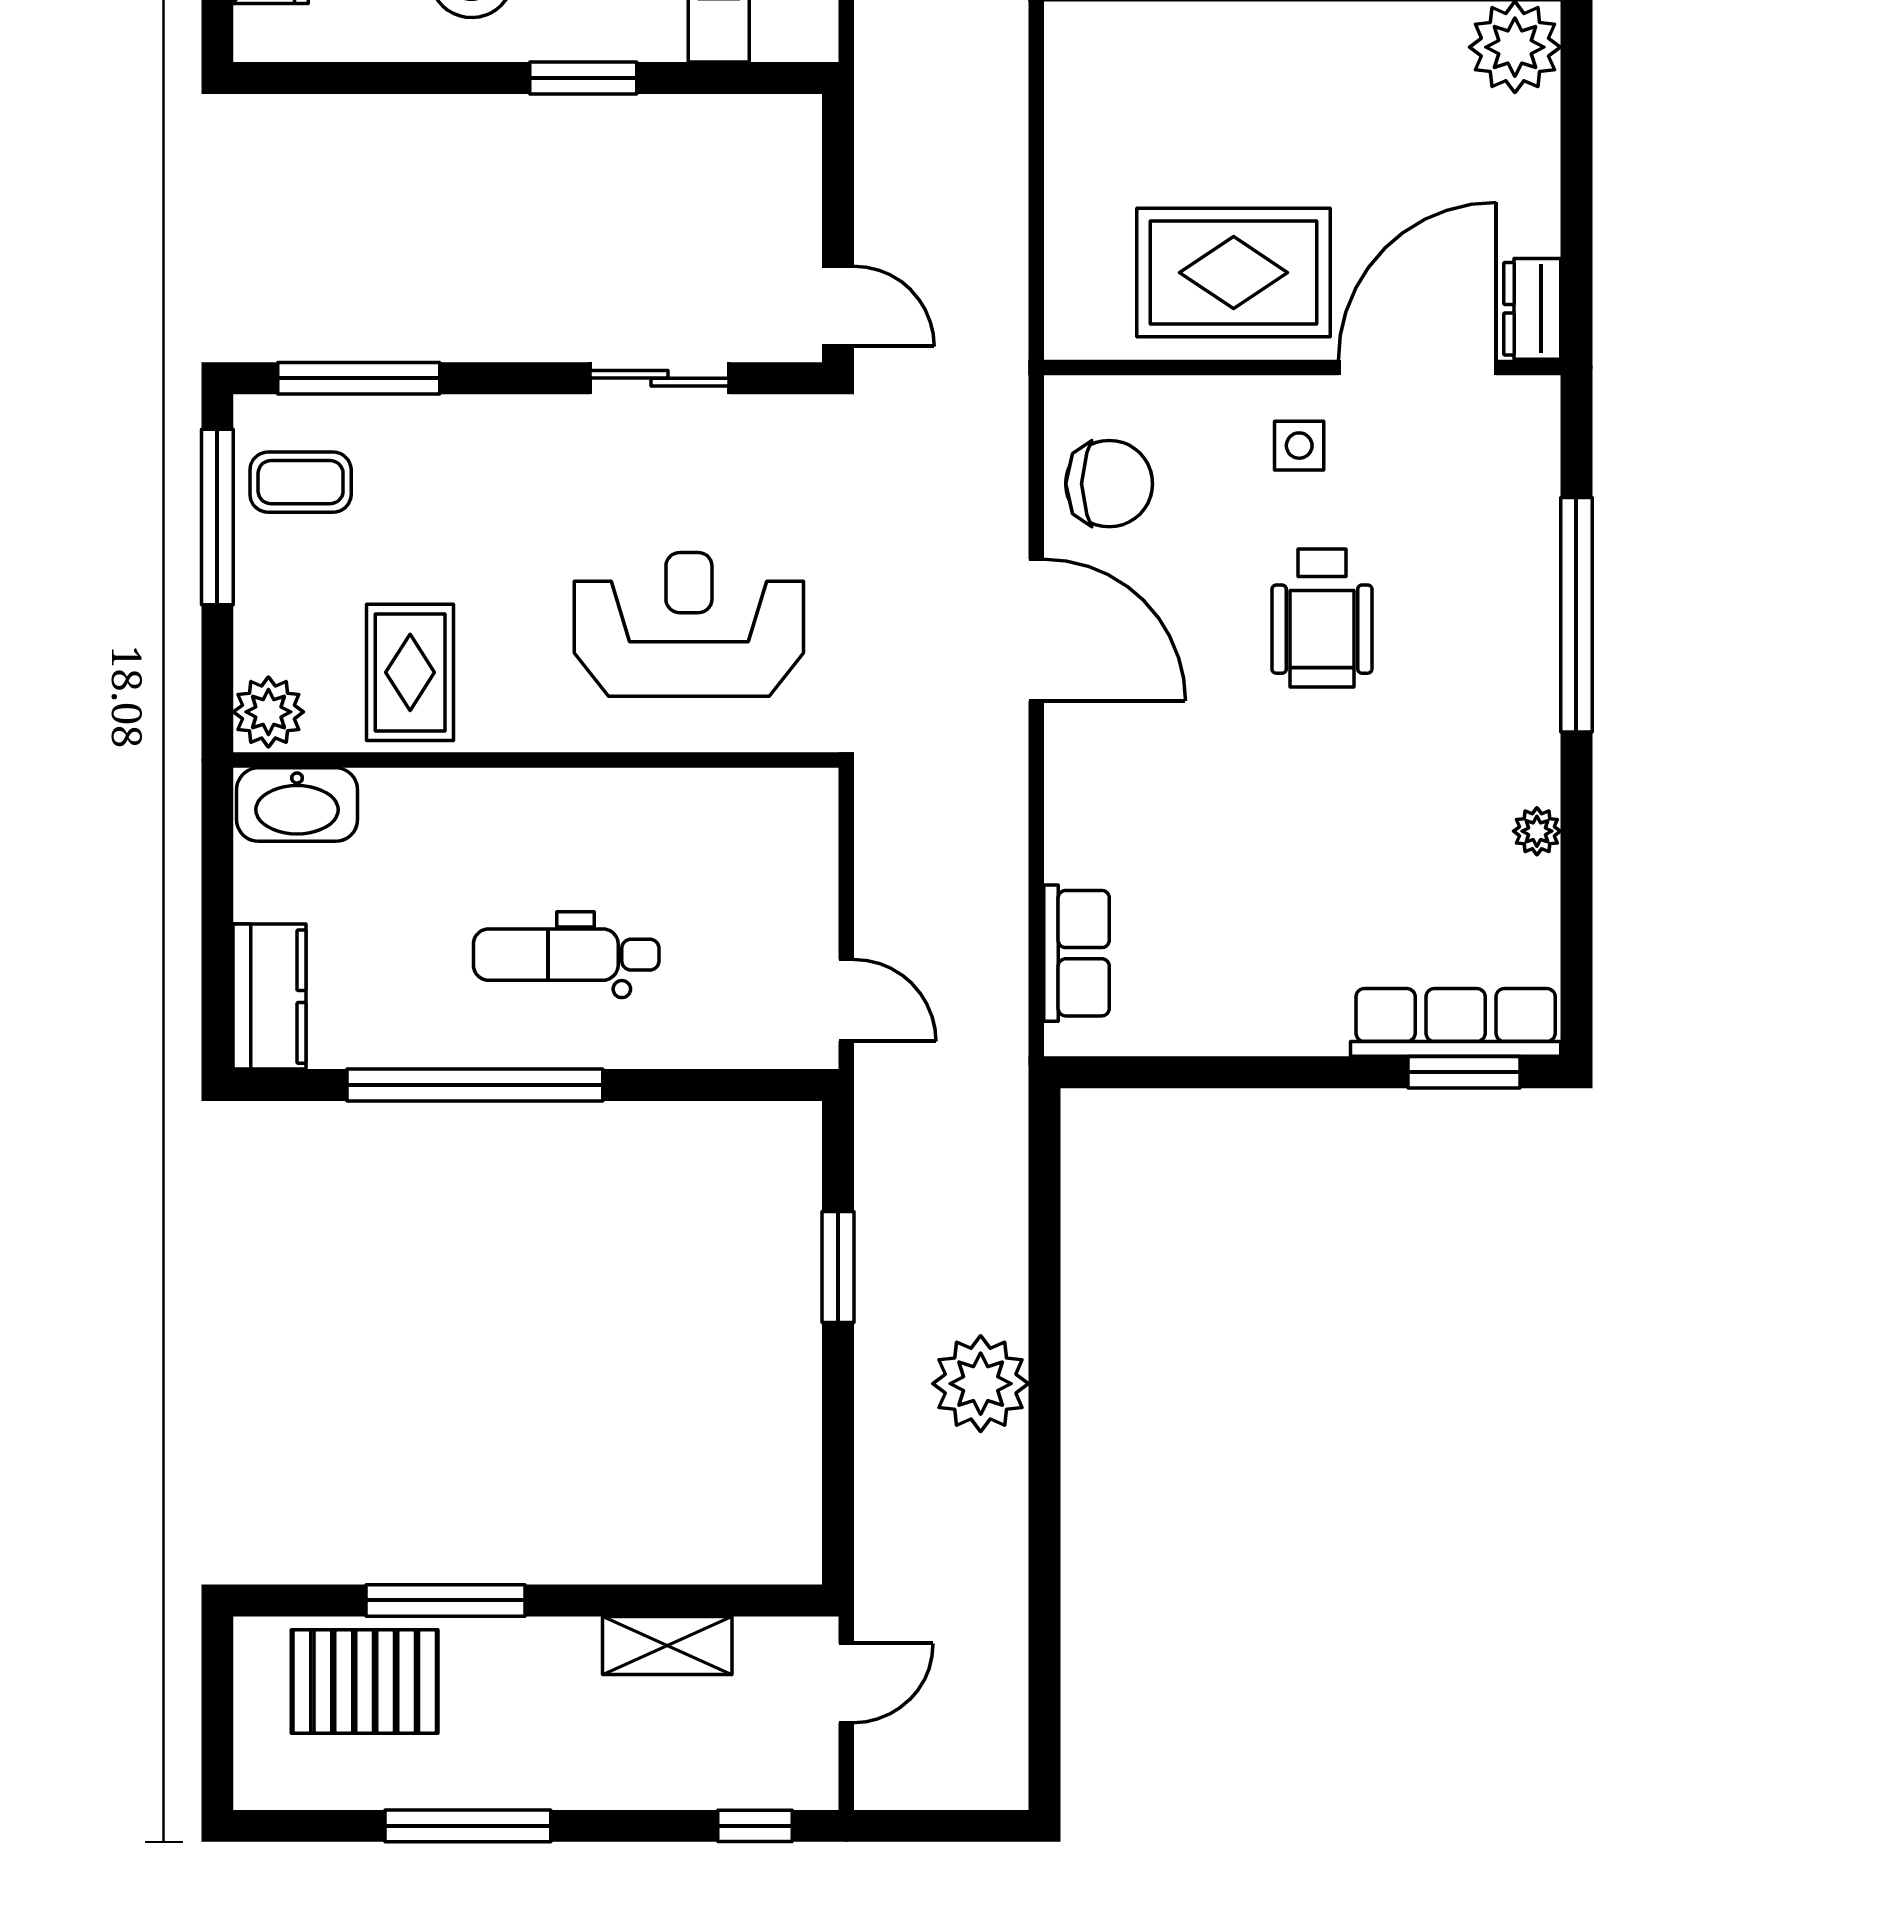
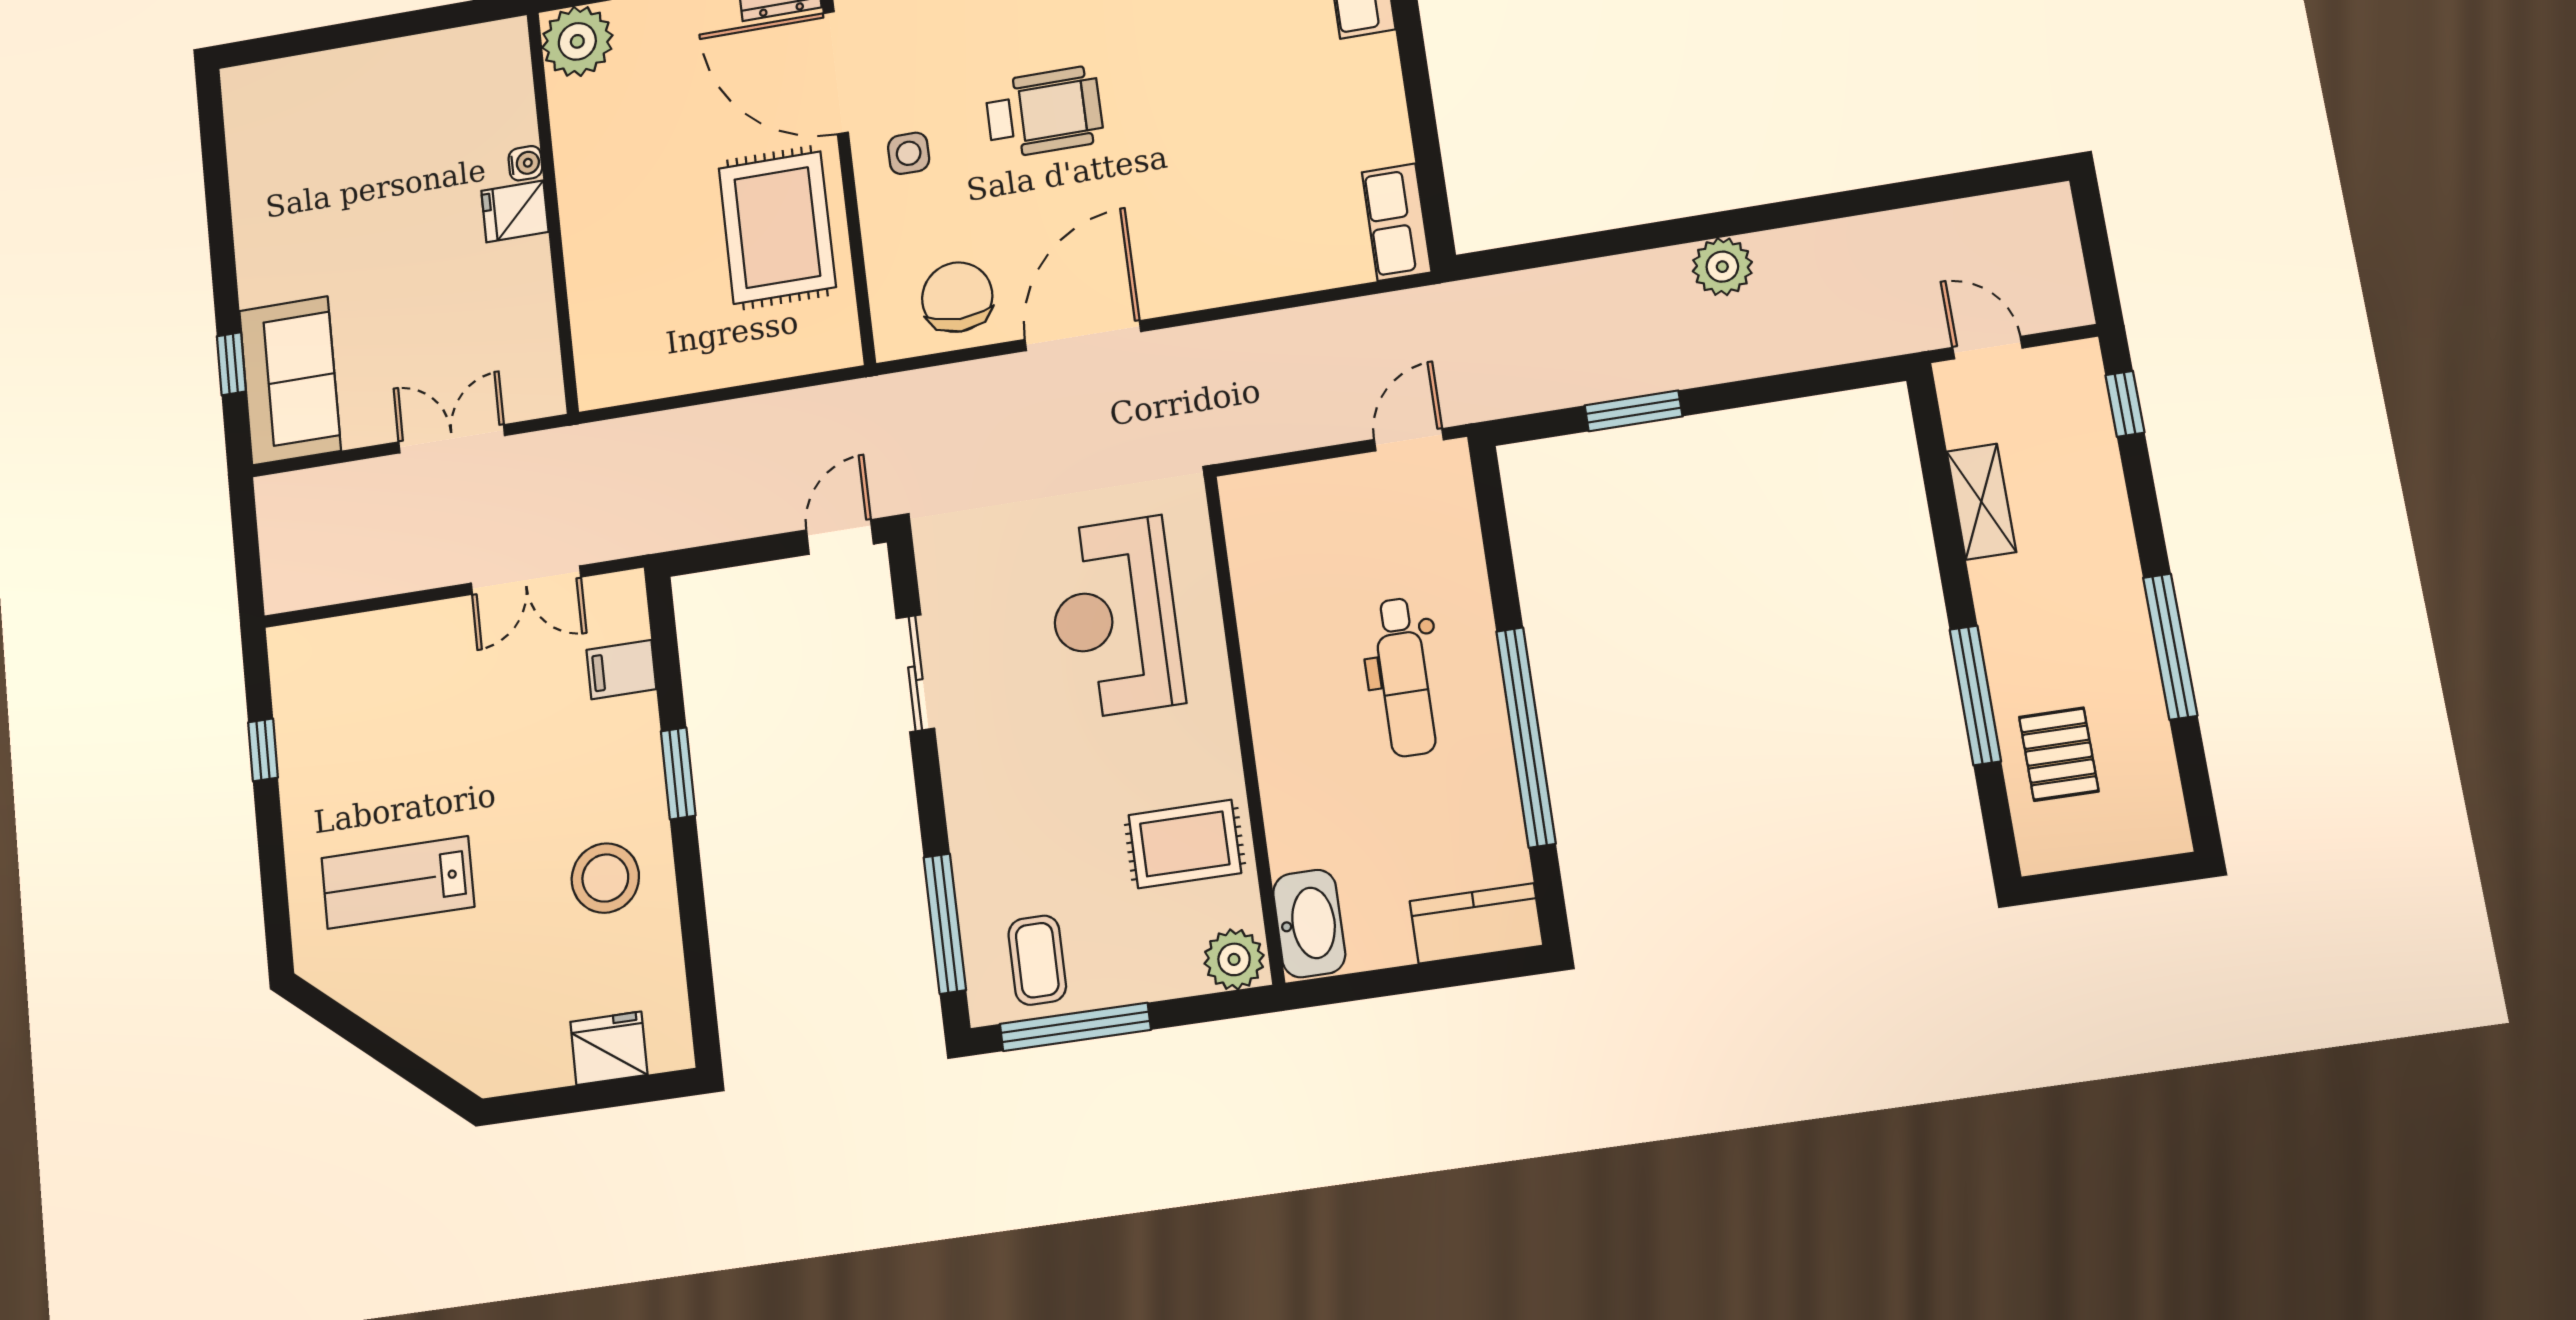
row of seats: (1077, 953) -> (1397, 222), moved, turned -90
plant: (981, 1384) -> (1722, 267), width x0.73, depth x0.73
pallet: (365, 1681) -> (2059, 754), width x0.67, depth x0.71

